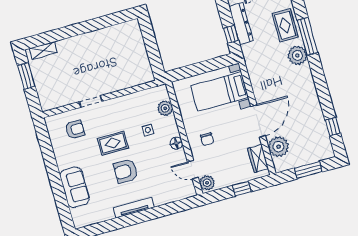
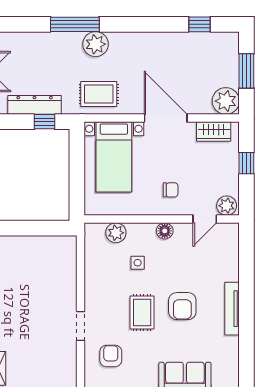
rug: (285, 25) -> (99, 94), moved
plant: (278, 147) -> (226, 101), moved

